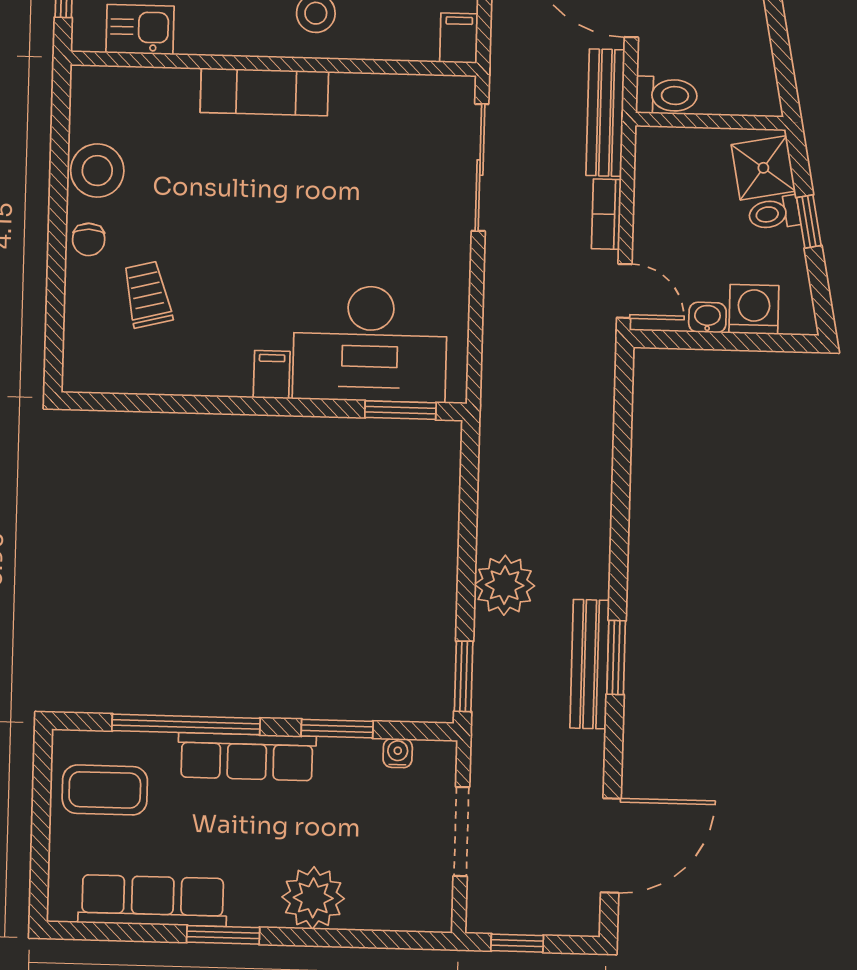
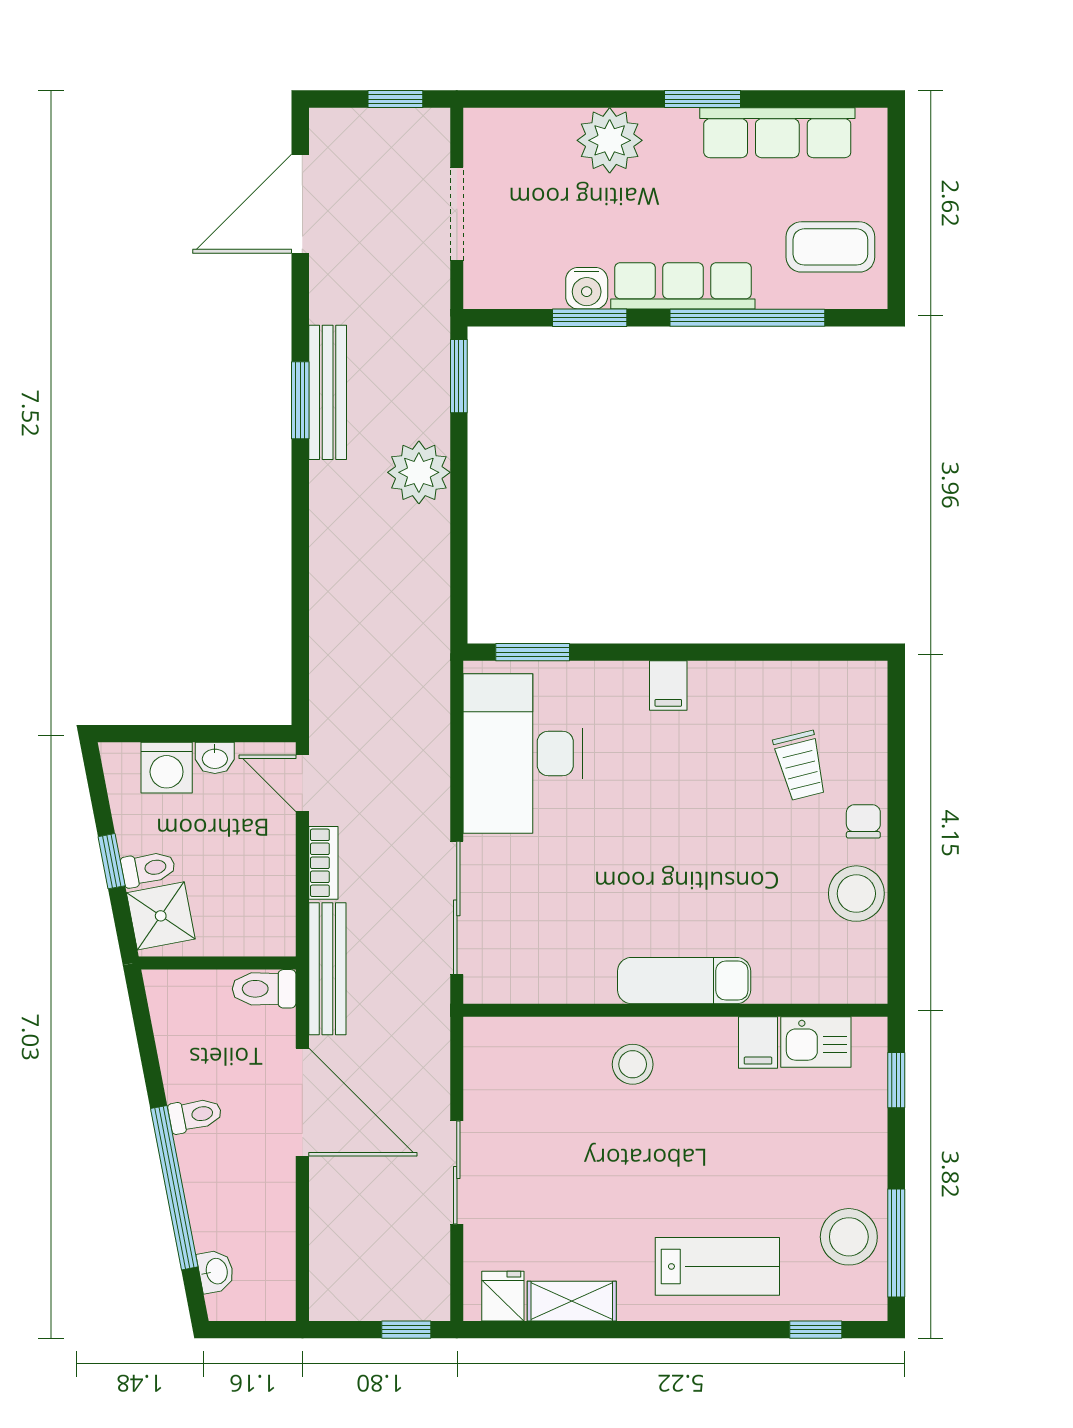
filing cabinet: (459, 38) -> (758, 1043), moved
desk: (370, 344) -> (523, 753), moved, turned -90
water cooler: (398, 753) -> (587, 288), moved, width x1.38, depth x1.38

